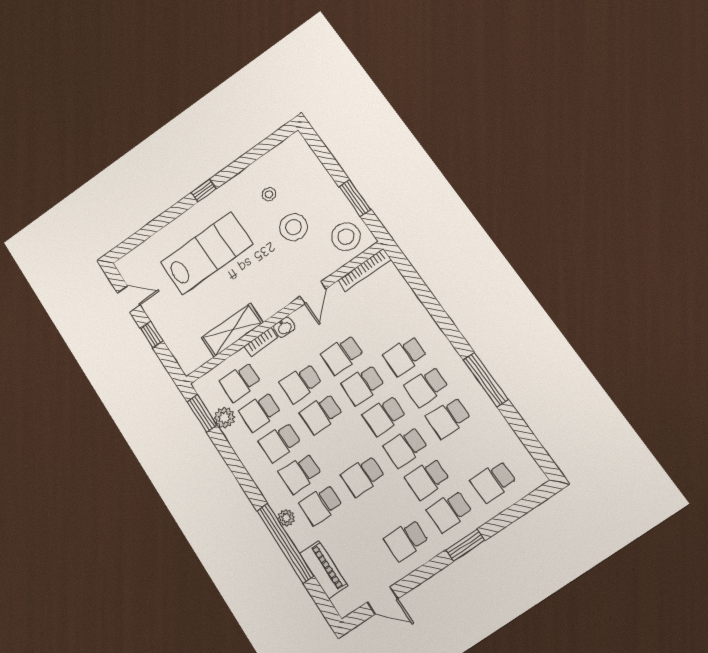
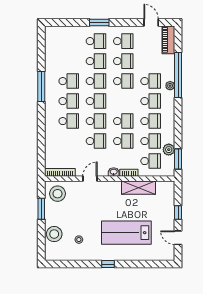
stool: (293, 227) -> (54, 234), moved
school desk: (493, 482) -> (123, 61), moved
piano: (324, 570) -> (168, 40), moved

